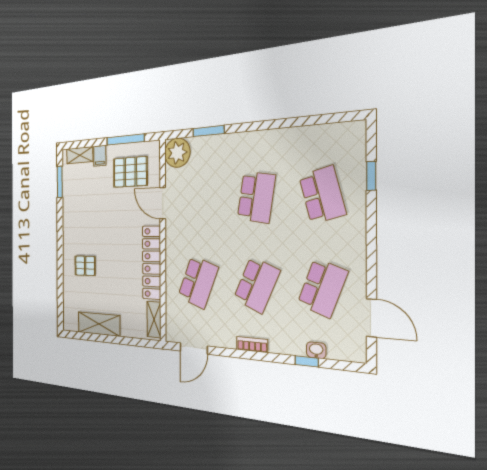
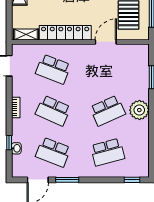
plant: (177, 153) -> (139, 110), moved
window: (371, 176) -> (132, 180), moved
school desk: (256, 197) -> (108, 111), turned -33
window: (371, 265) -> (67, 180), added

